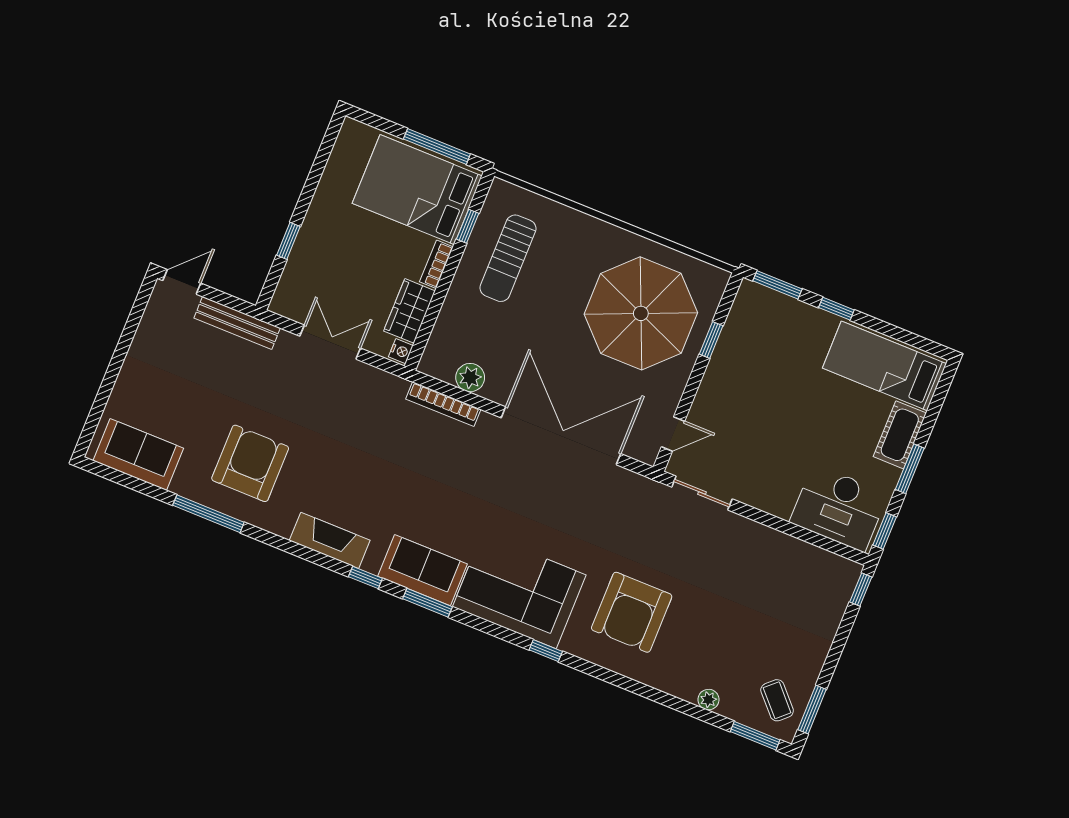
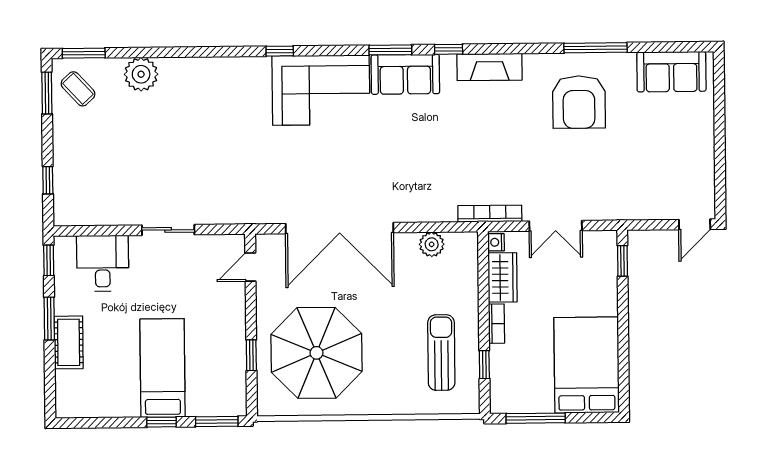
bed: (417, 190) -> (587, 365), moved, turned -90
window: (288, 241) -> (622, 261), moved
bench: (237, 323) -> (636, 210), removed
bed: (884, 366) -> (163, 368), moved, turned -90
bookcase: (443, 404) -> (490, 214), moved
sliding door: (702, 493) -> (168, 230), moved
desk: (839, 508) -> (103, 263), width x0.73
window: (861, 589) -> (48, 180), moved
armchair: (632, 612) -> (224, 111), removed
plant: (708, 700) -> (141, 74), width x1.88, depth x1.88

